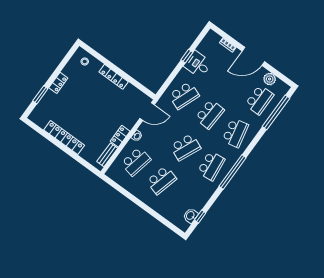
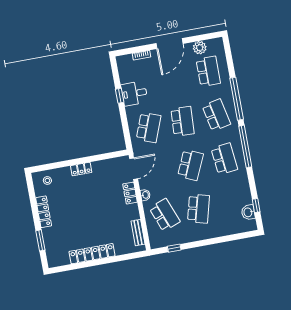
locker: (114, 77) -> (81, 169), width x0.66
locker: (58, 83) -> (44, 212), width x1.53
window: (276, 112) -> (237, 99), moved
locker: (120, 136) -> (130, 193), moved
school desk: (136, 162) -> (165, 215), turned -33
window: (120, 189) -> (174, 248), added

